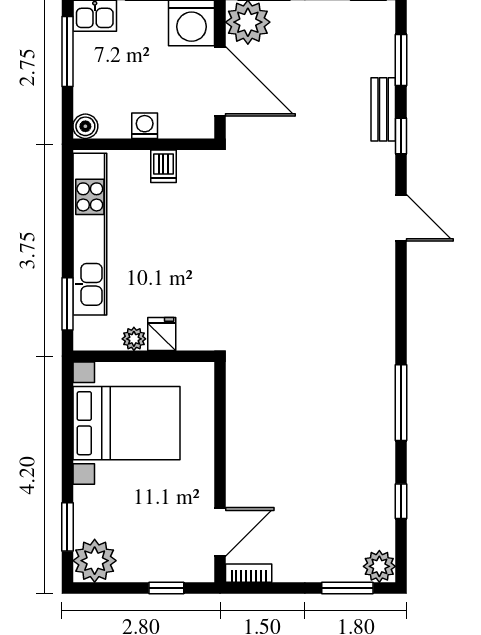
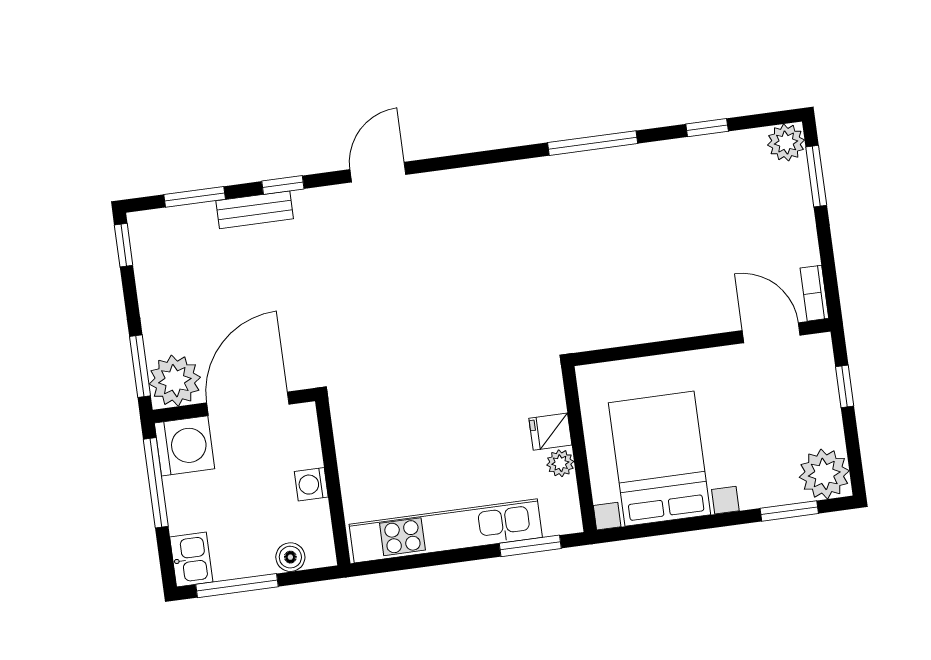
boiler: (85, 126) -> (290, 557), moved
dishwasher: (163, 166) -> (355, 456), removed

